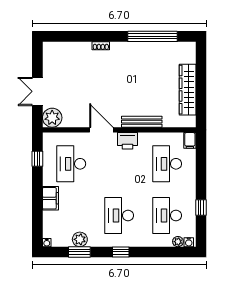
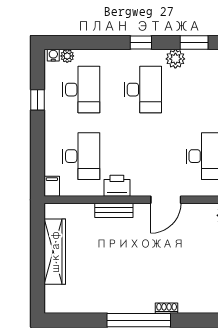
window: (153, 36) -> (139, 320), moved
bench: (142, 122) -> (114, 210), width x0.73
door: (101, 130) -> (166, 200), hinge flipped
printer: (127, 141) -> (117, 186), moved
plant: (80, 239) -> (175, 59), moved

